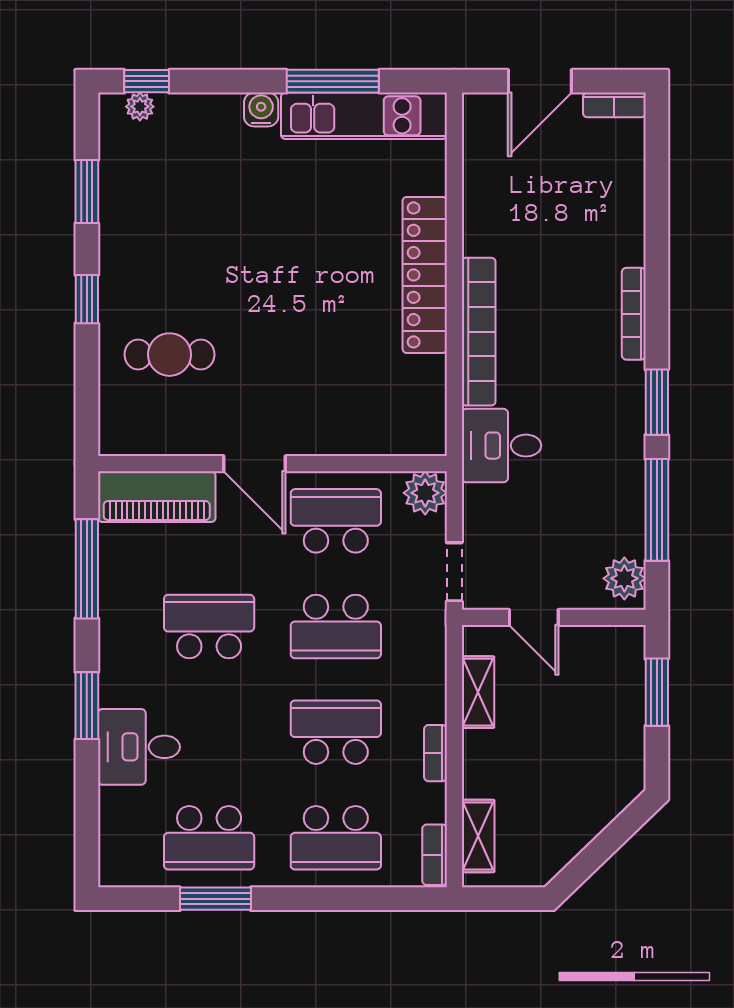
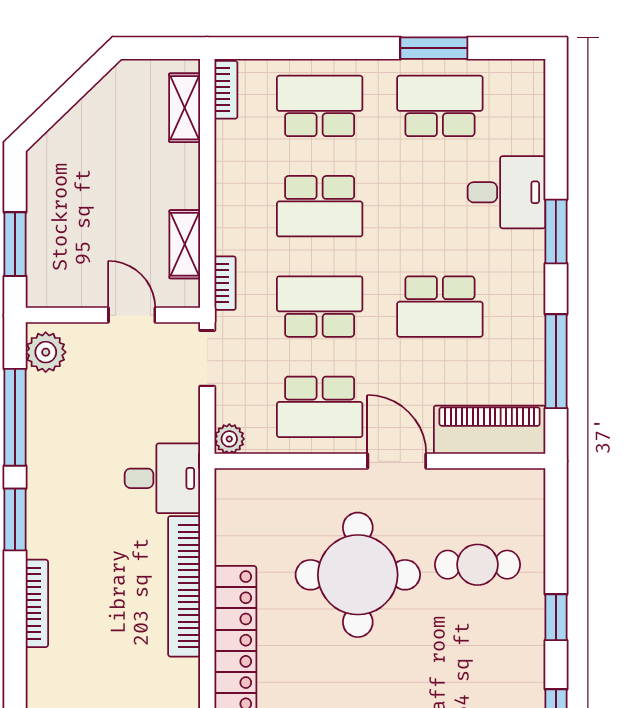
round table: (296, 344) -> (358, 575), added
plant: (425, 493) -> (229, 439), width x0.73, depth x0.73
bookcase: (435, 753) -> (225, 283), moved

